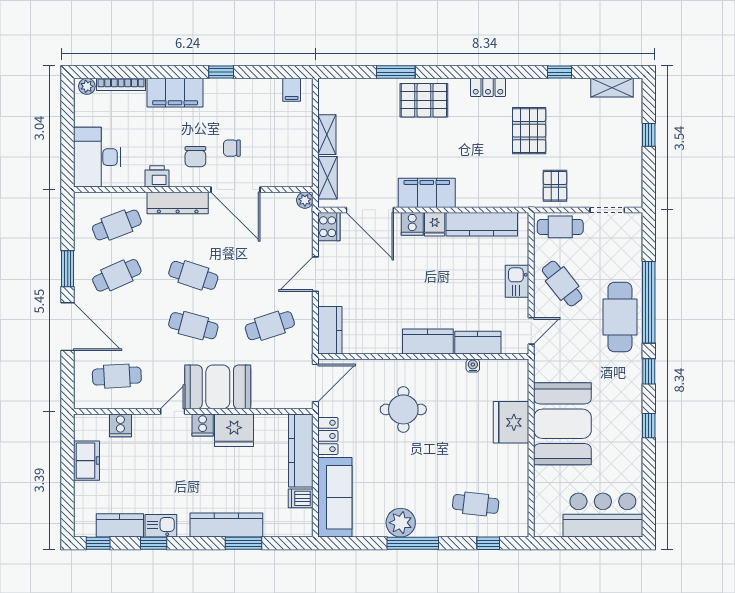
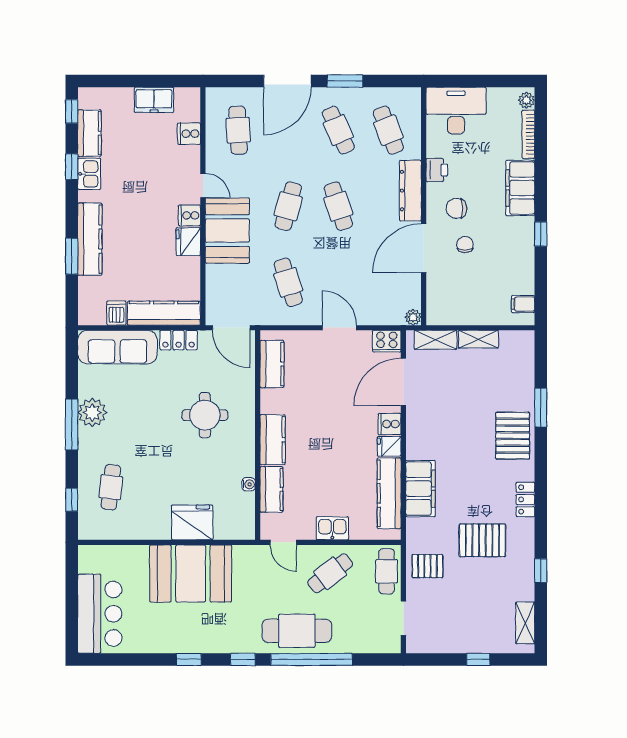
filing cabinet: (427, 193) -> (421, 489), moved
cafe table: (193, 275) -> (338, 206), turned -36
kitchen counter: (330, 330) -> (272, 364), moved, turned -90
fridge: (234, 430) -> (188, 242), width x0.73, depth x0.75

